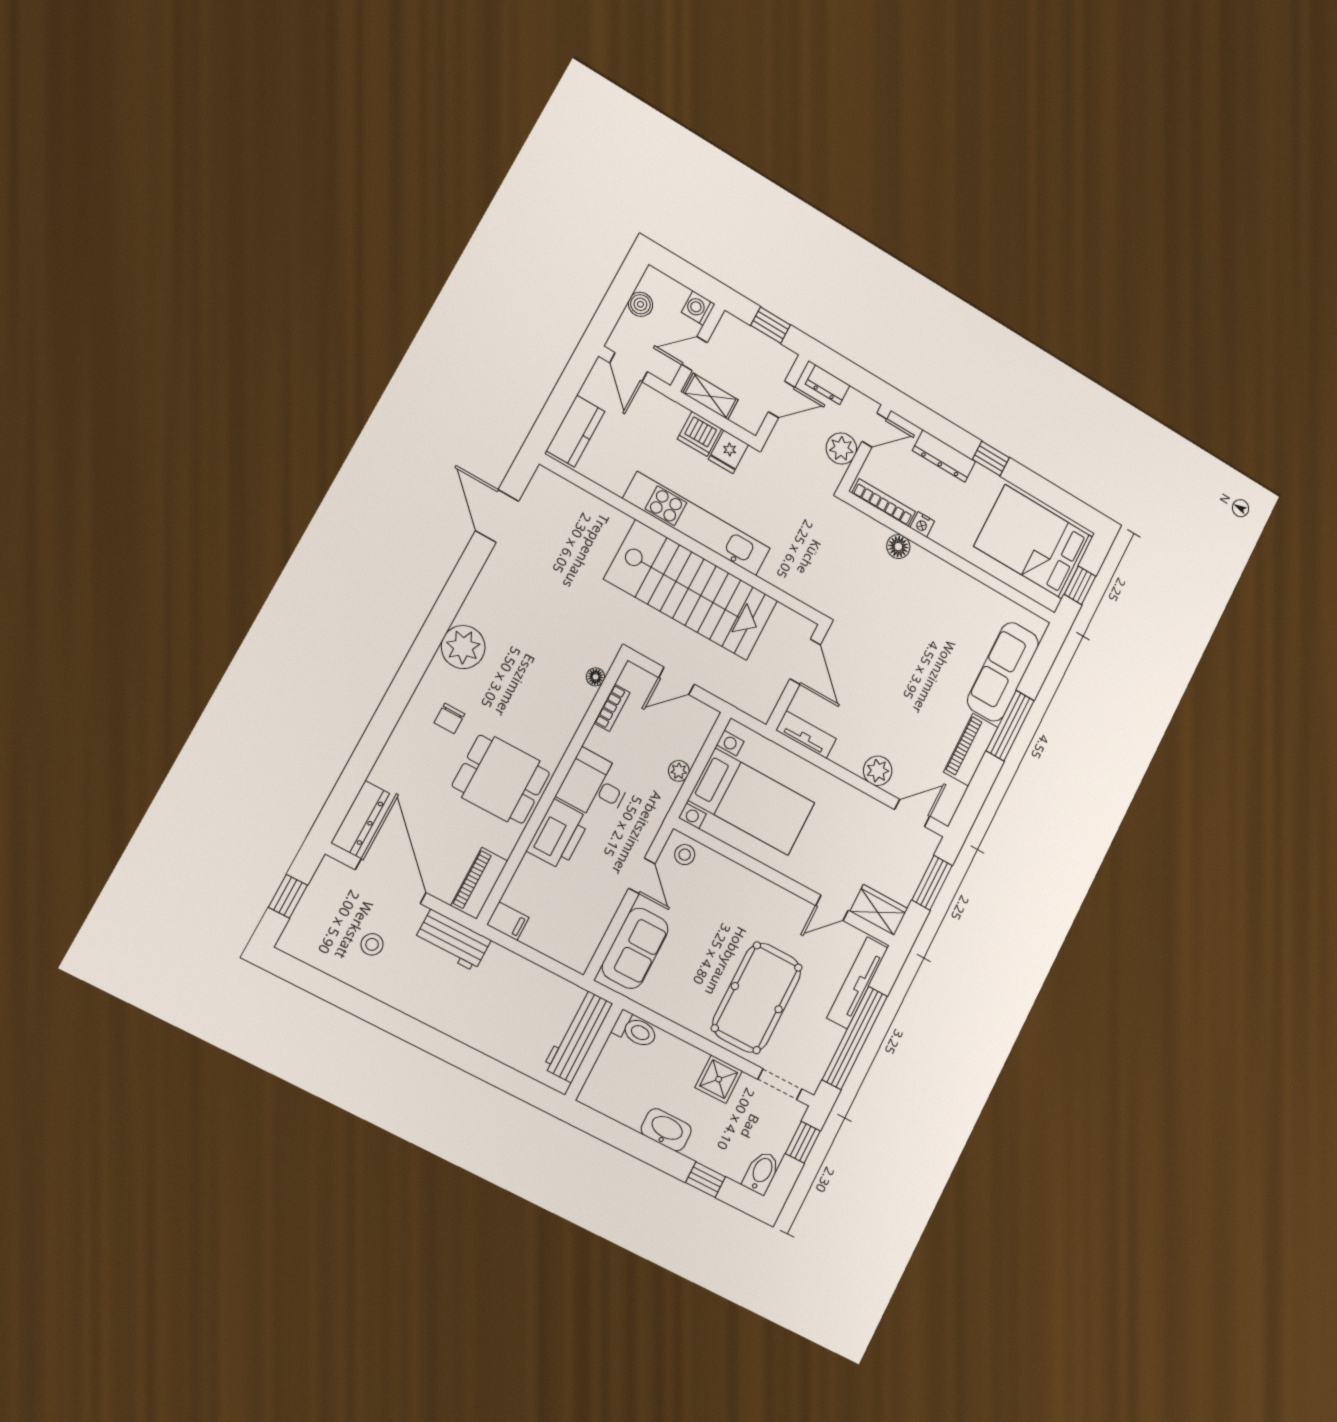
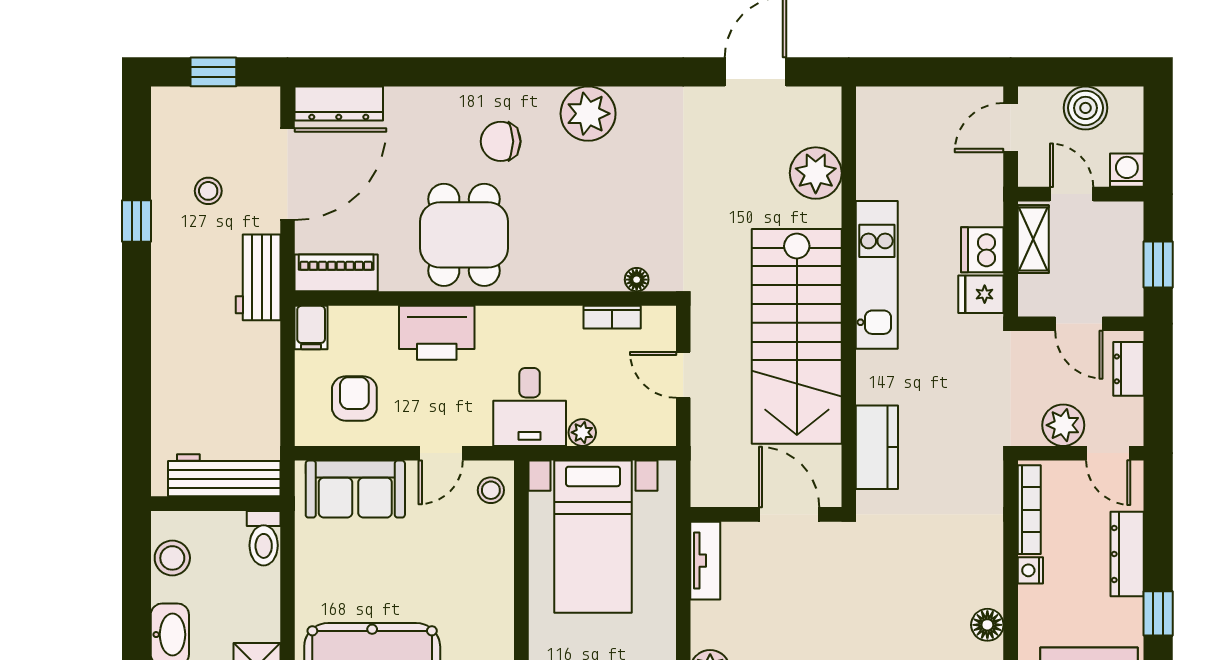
boiler: (640, 304) -> (1085, 108), width x1.36, depth x1.36
kitchen counter: (575, 431) -> (877, 447), moved, turned -90
plant: (589, 515) -> (816, 173), added
kitchen unit: (697, 524) -> (877, 275), width x0.73
floor lamp: (898, 547) -> (987, 625), moved
door: (805, 662) -> (789, 514), swing flipped
chair: (449, 718) -> (501, 141), width x1.37, depth x1.37
desk: (595, 786) -> (530, 407), moved, turned 180
armchair: (573, 916) -> (354, 398), added
window: (366, 1007) -> (136, 221), added
stool: (615, 1102) -> (172, 558), added

